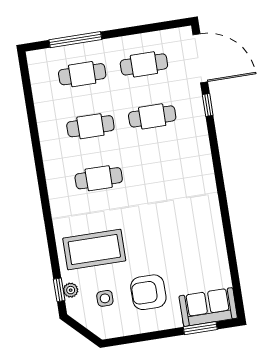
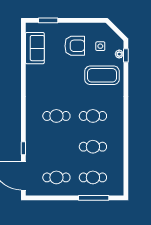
cafe table: (152, 116) -> (56, 116), moved
sofa: (208, 307) -> (35, 48), moved, turned -90

